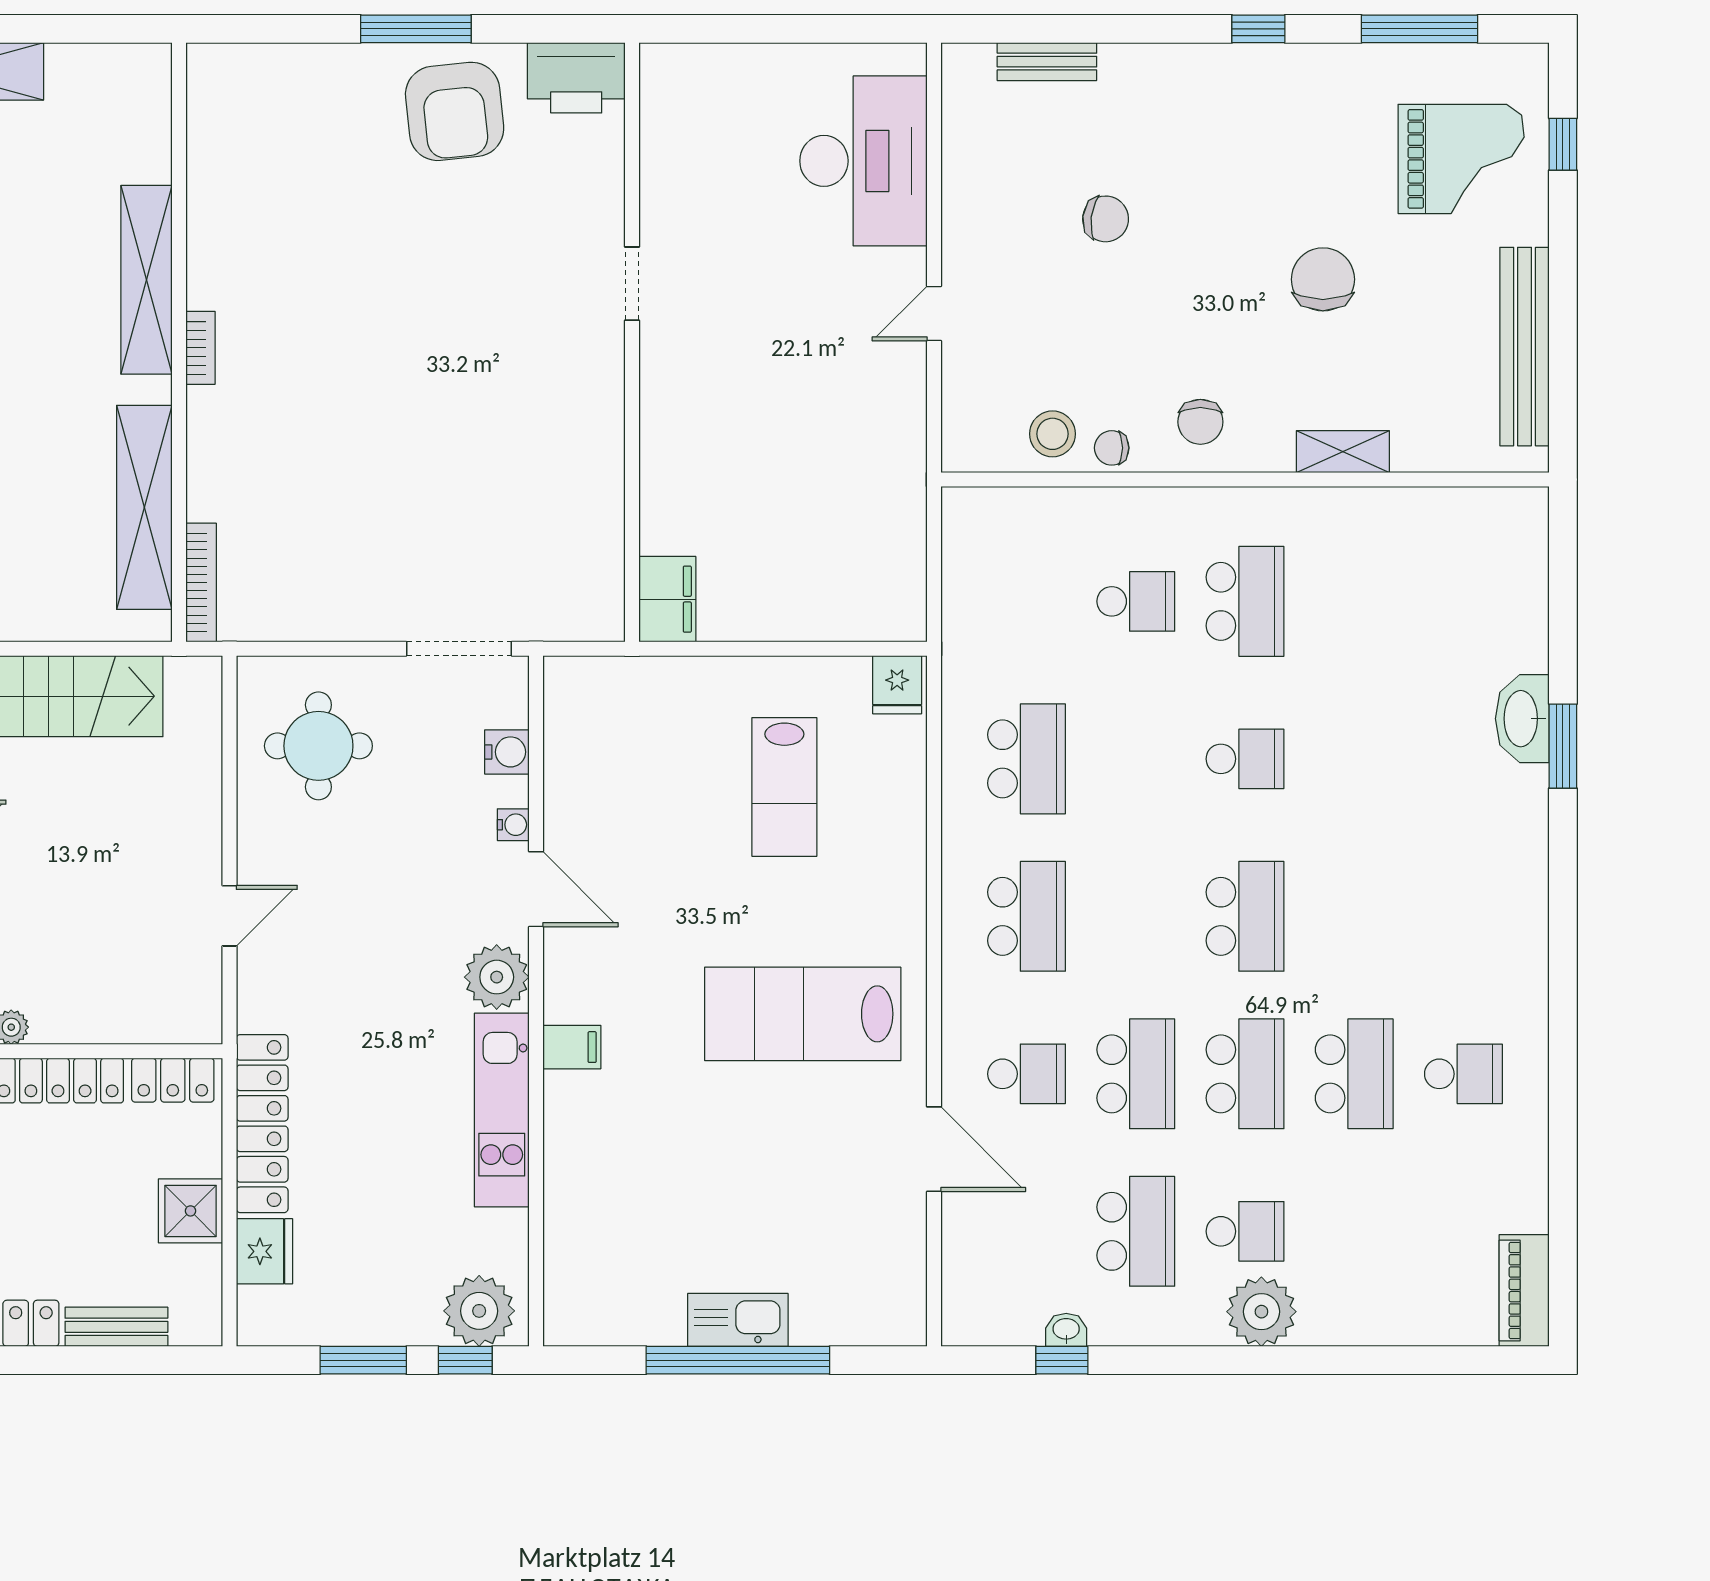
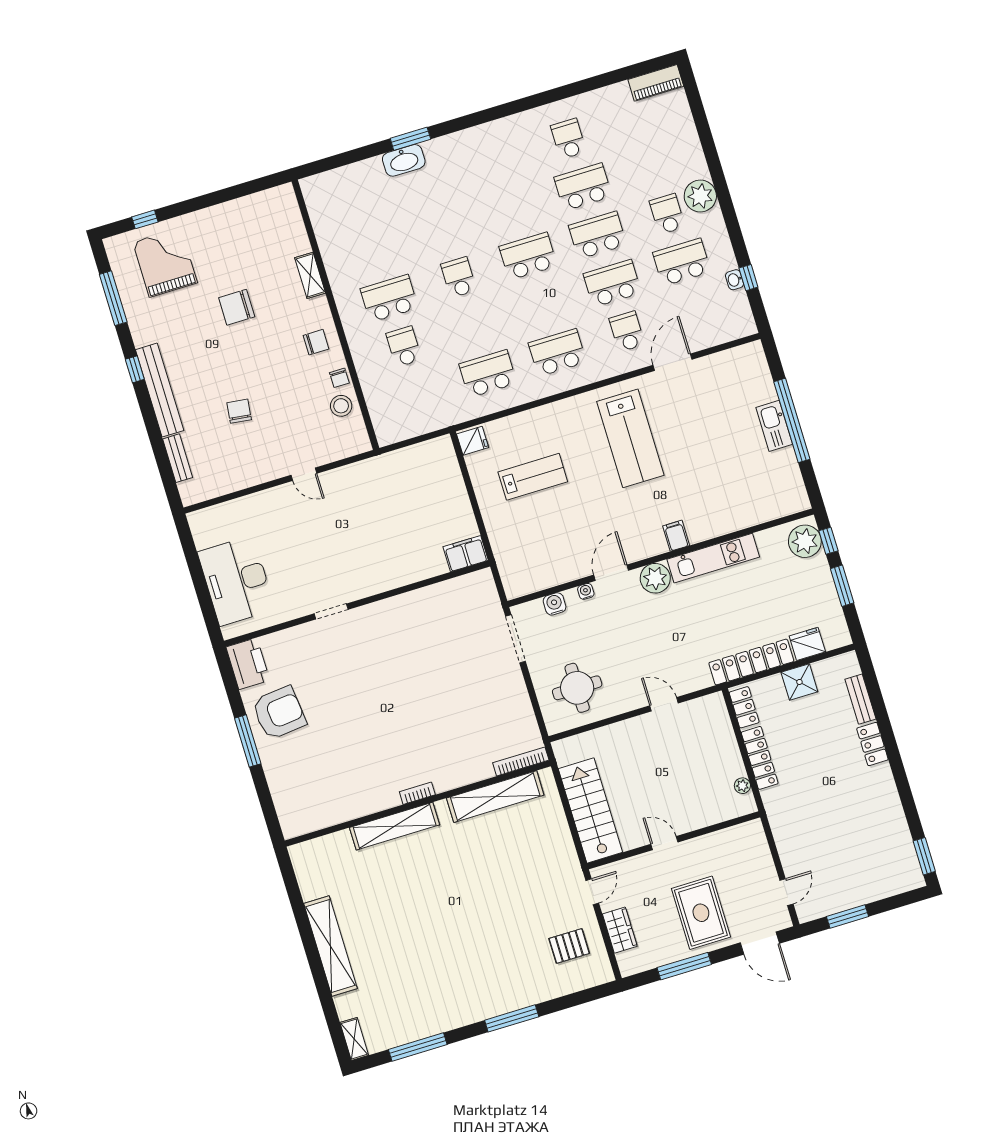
desk: (863, 161) -> (236, 581), moved, turned -90
bench: (1525, 347) -> (160, 390), moved, turned 90

